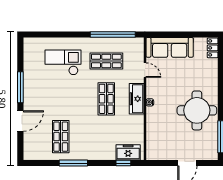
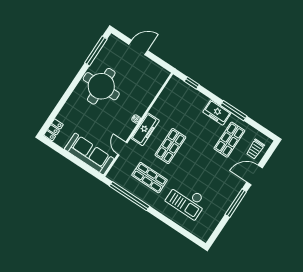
trolley: (34, 143) -> (255, 149), added
freezer: (128, 152) -> (217, 112), moved

